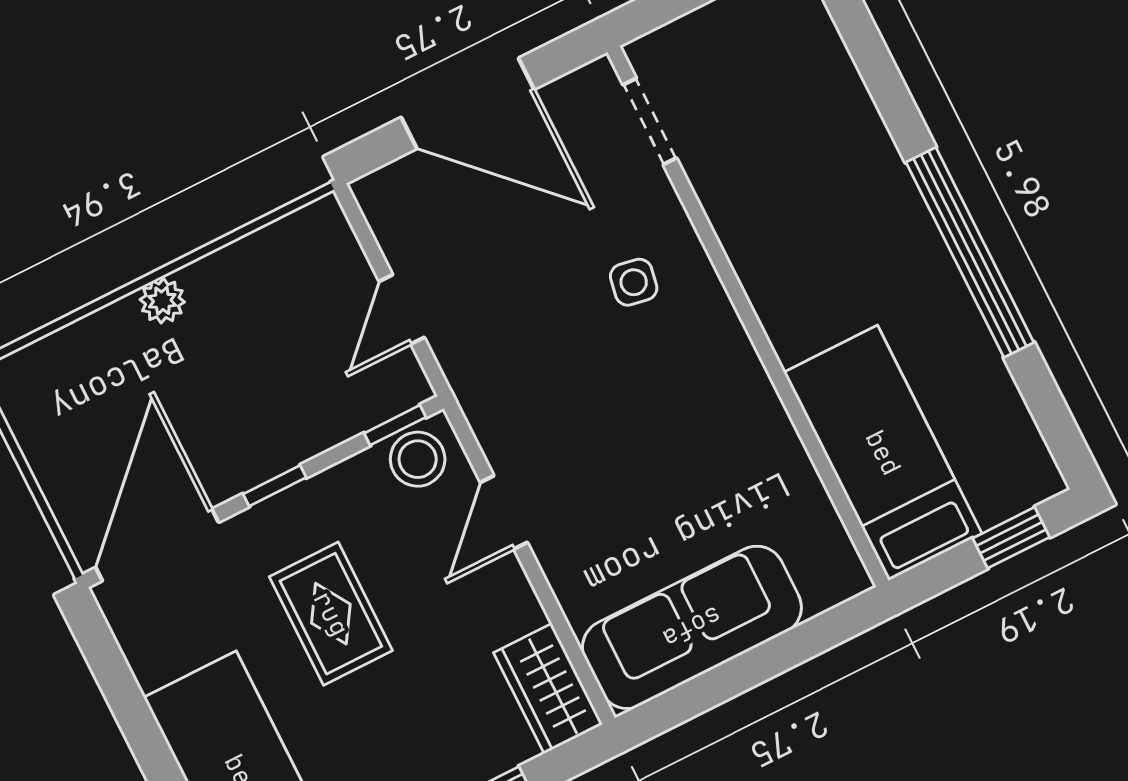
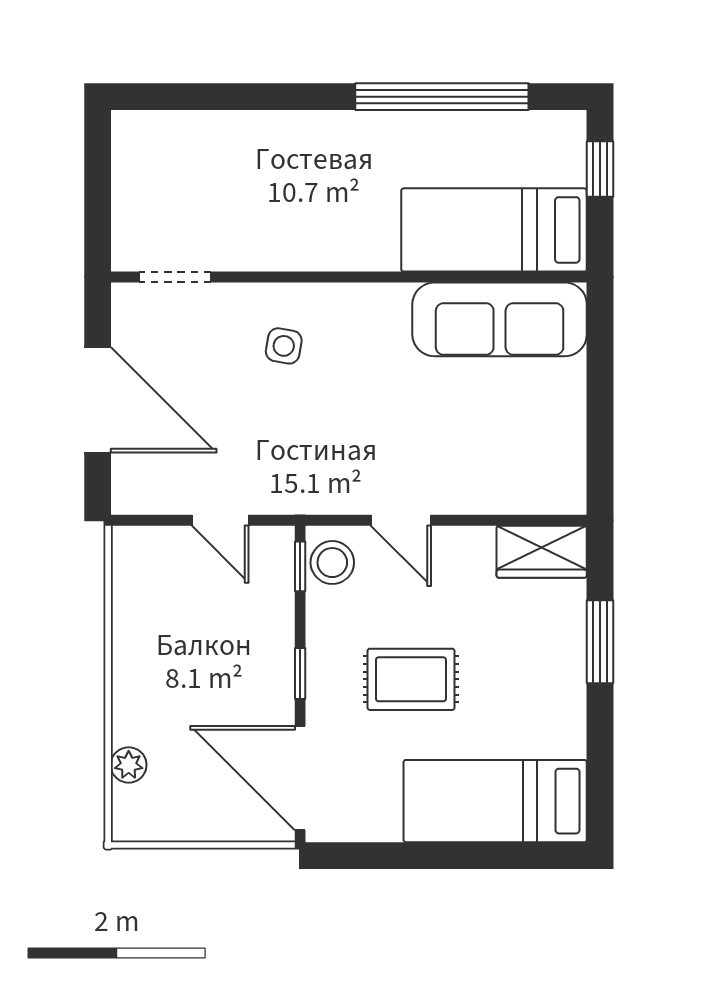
door: (468, 103) -> (98, 400), hinge flipped
window: (970, 252) -> (442, 97), moved
plant: (162, 301) -> (129, 765), moved
sofa: (692, 627) -> (500, 319), moved, turned -90

